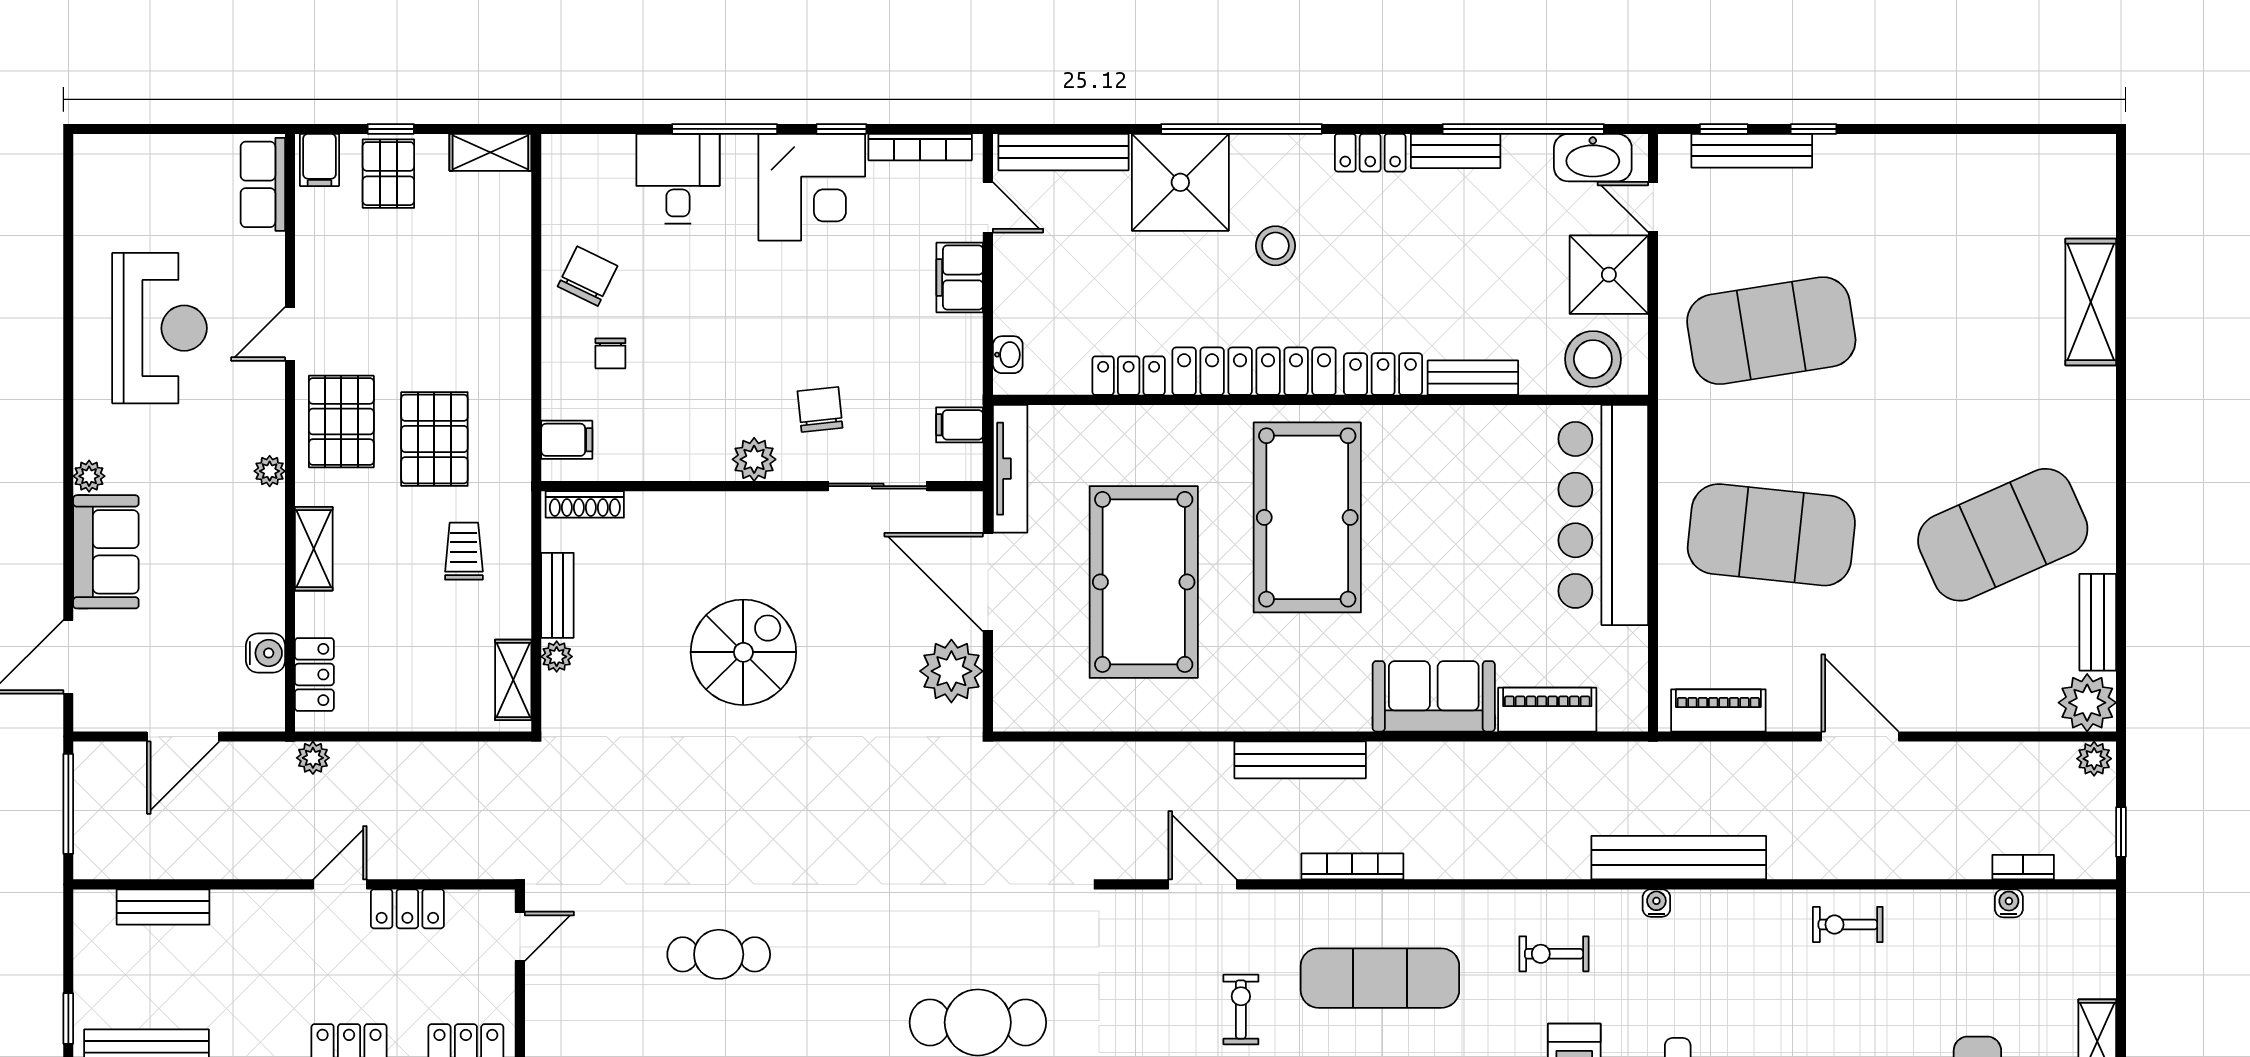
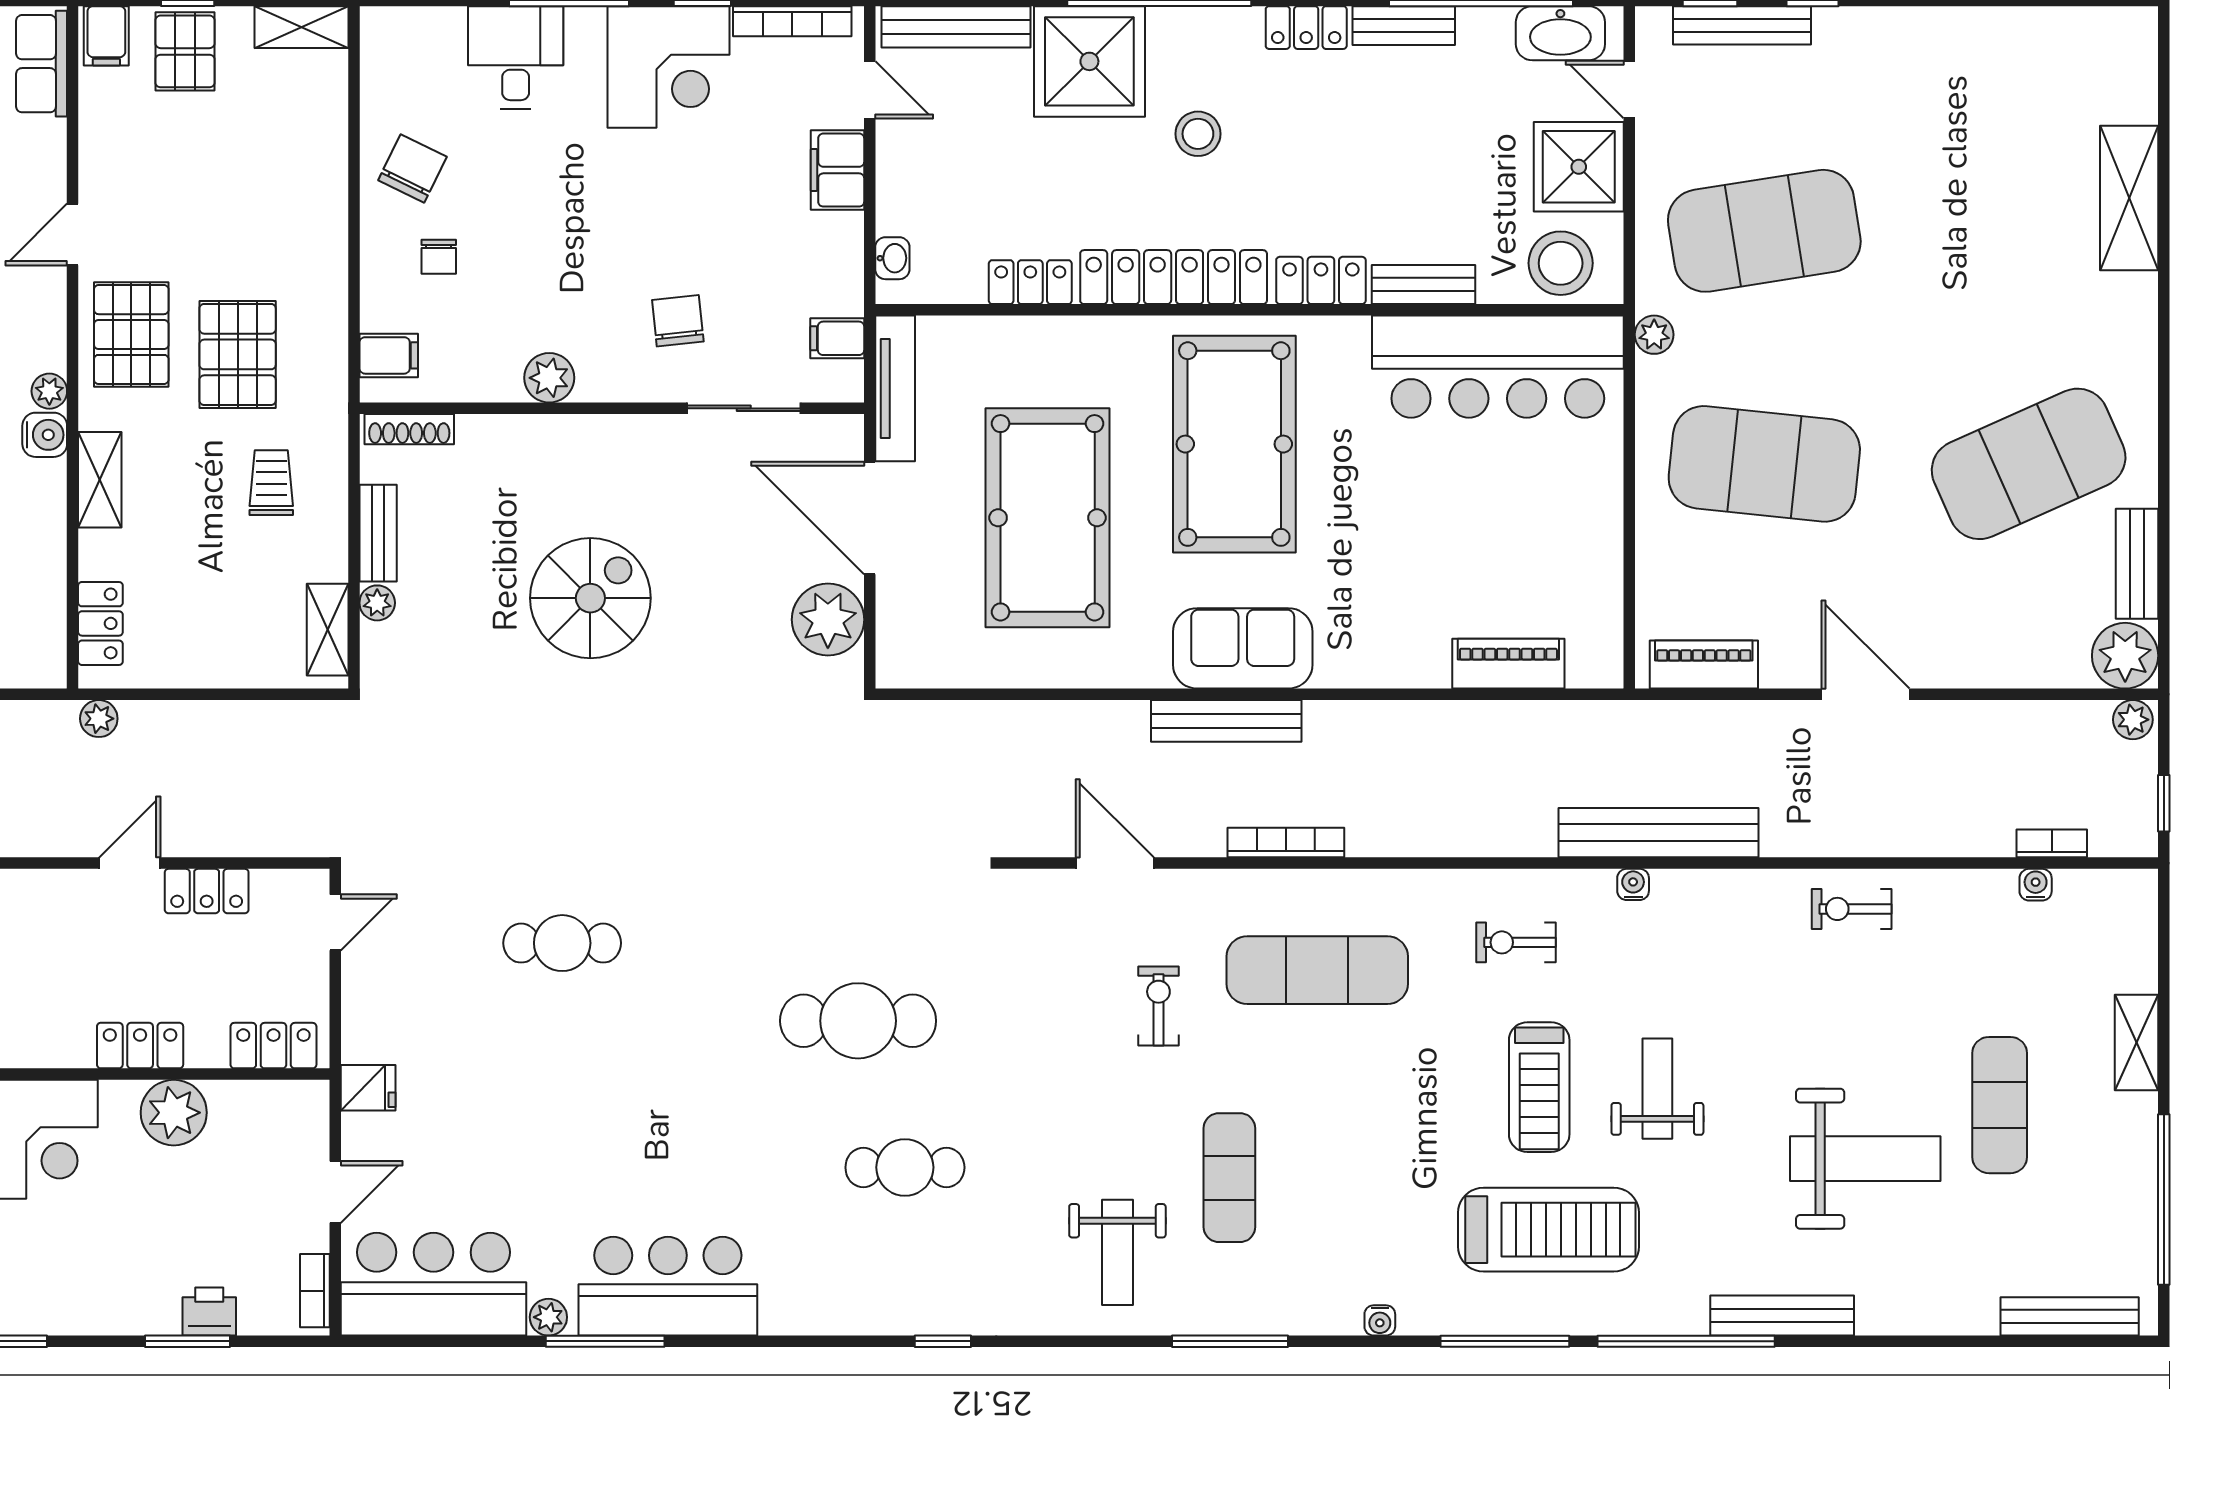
plant: (1675, 422) -> (1654, 335), added
plant: (754, 459) -> (549, 378), moved
bar counter: (1603, 515) -> (1498, 367), moved, turned -90
water cooler: (266, 653) -> (45, 435), moved
sofa: (1434, 696) -> (1243, 648), moved

